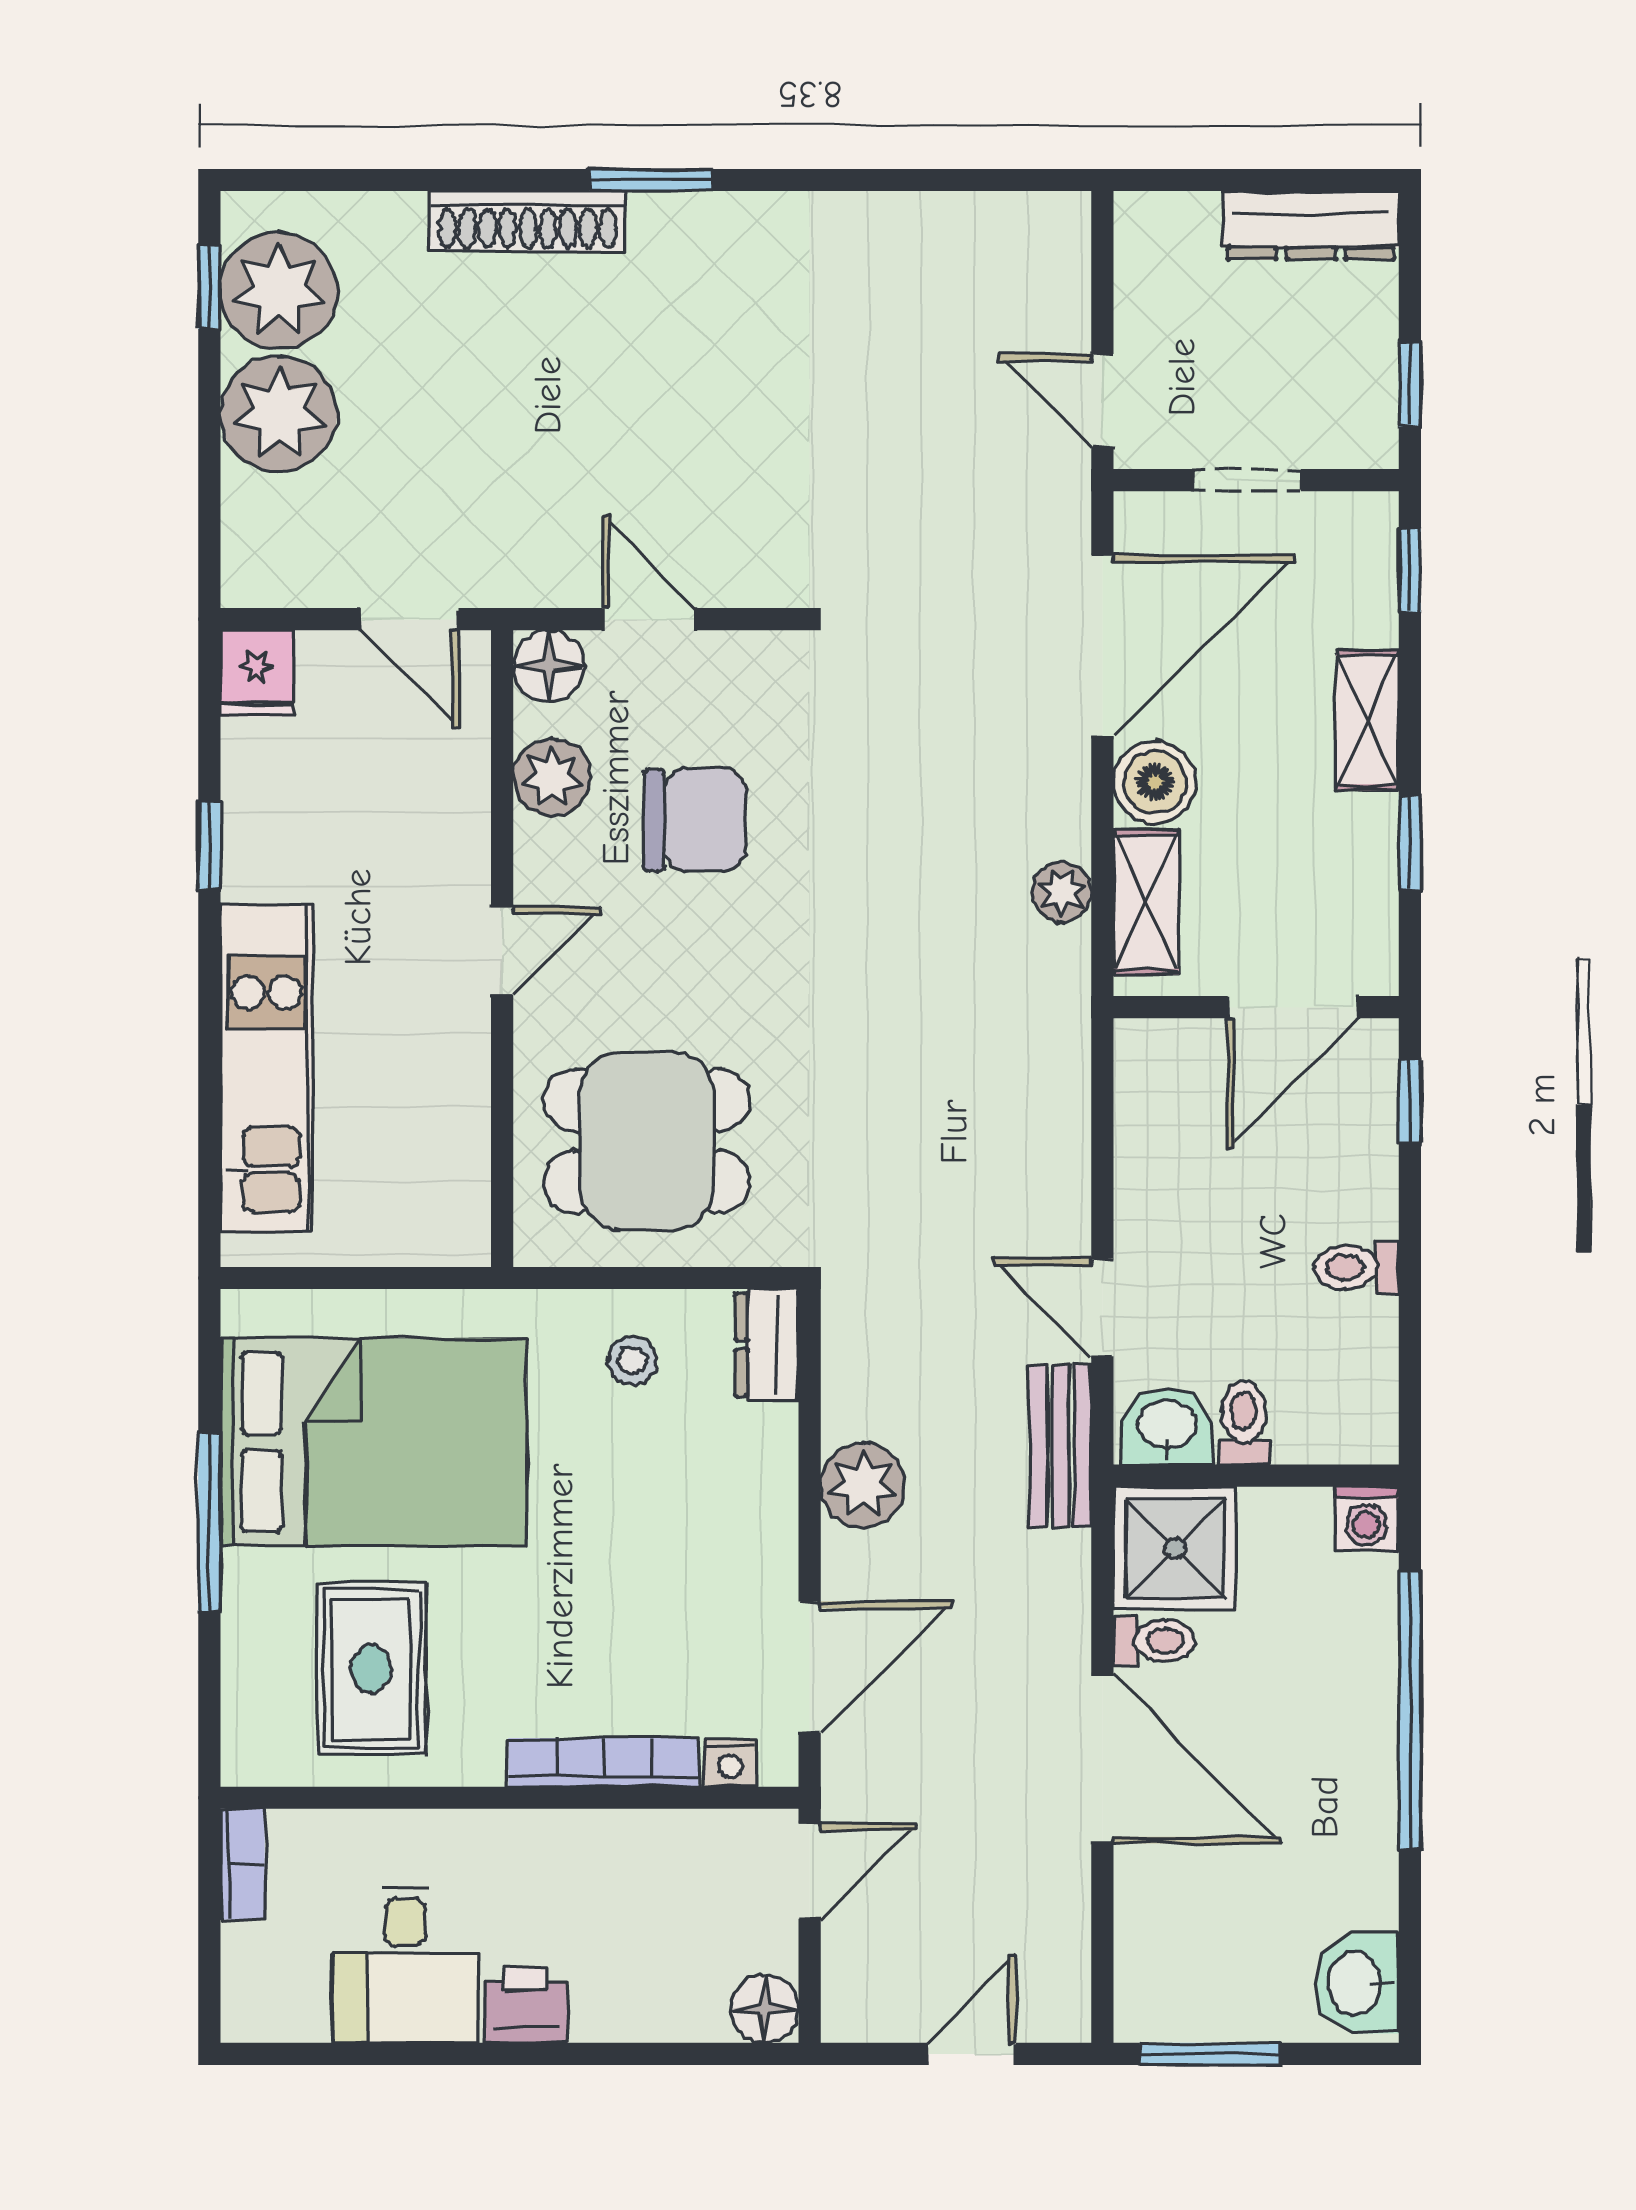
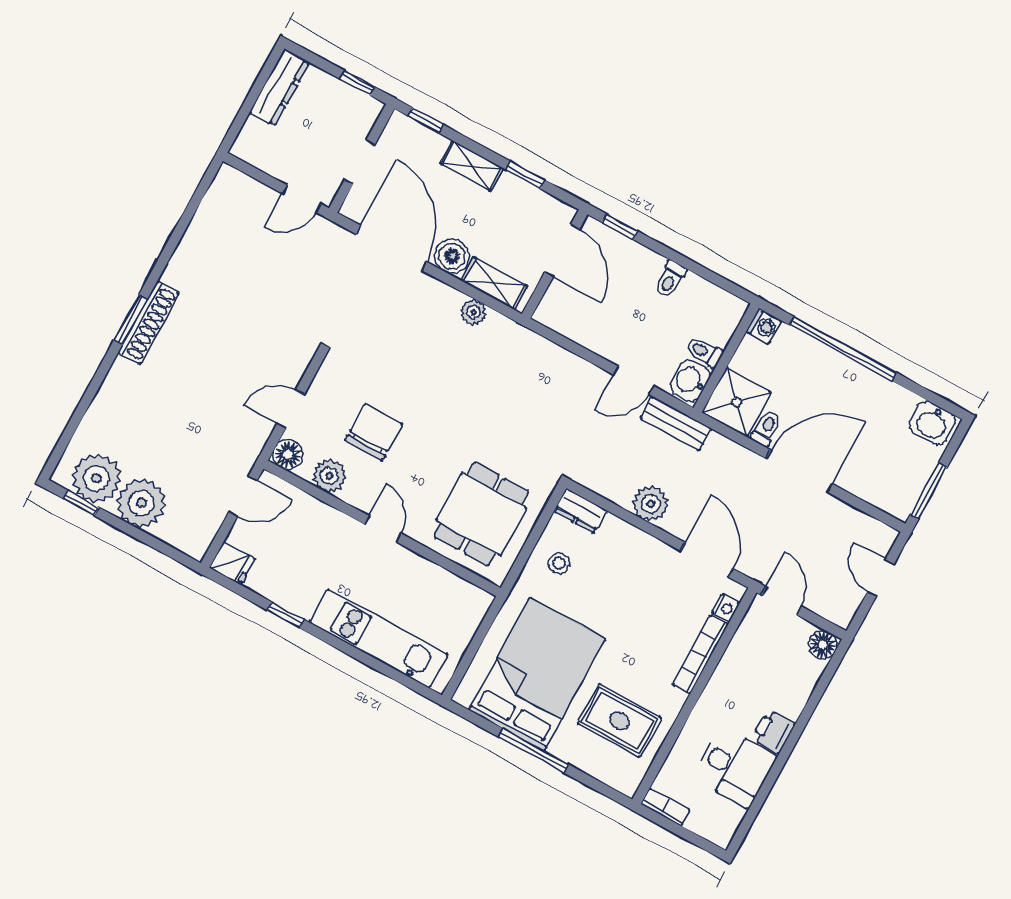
shoe rack: (528, 221) -> (149, 323), moved

